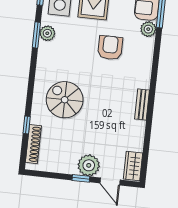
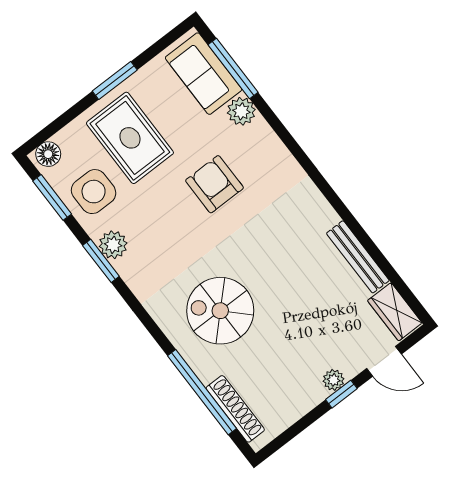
bench: (142, 105) -> (358, 257), moved, width x1.36
window: (27, 125) -> (202, 392), width x3.17
plant: (89, 165) -> (334, 380), width x0.53, depth x0.53

